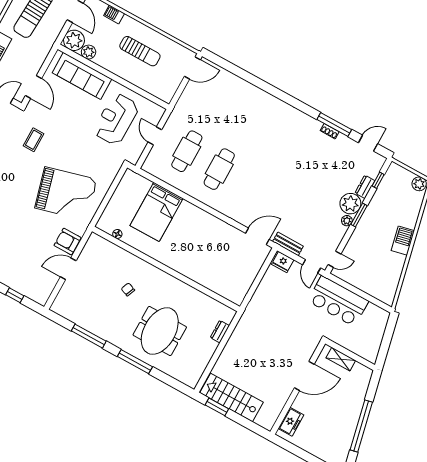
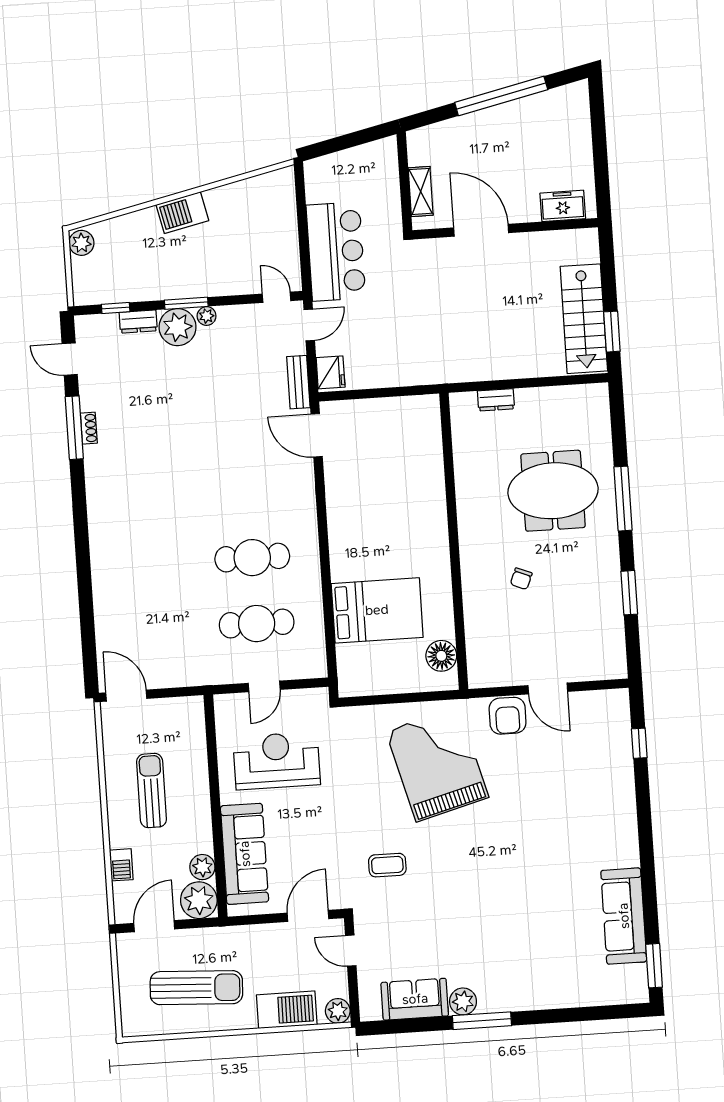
reception desk: (116, 119) -> (277, 761), turned 180
floor lamp: (117, 234) -> (441, 656), width x1.89, depth x1.89
window: (89, 336) -> (629, 593), width x0.69

